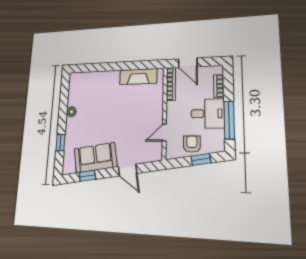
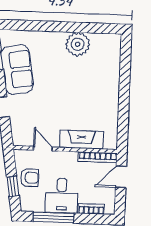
fireplace: (138, 77) -> (81, 139), moved, turned 90
plant: (72, 112) -> (78, 44), width x1.88, depth x1.88
window: (60, 143) -> (36, 26), removed

